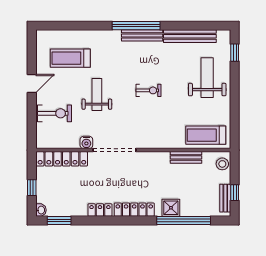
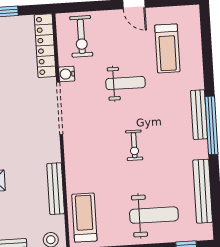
bench: (142, 35) -> (199, 115), moved
treadmill: (70, 58) -> (167, 48), turned 180
exercise bike: (54, 113) -> (81, 36), moved
bench: (186, 157) -> (56, 189), width x1.36

